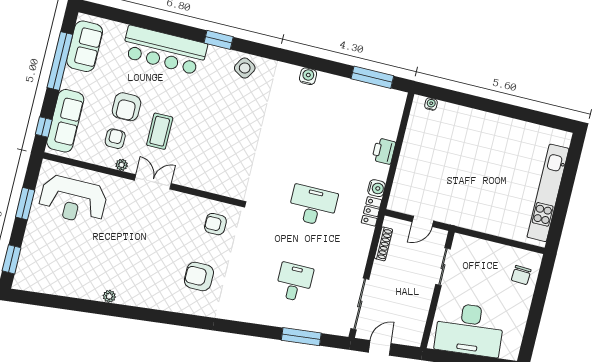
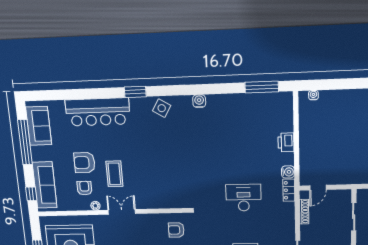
water cooler: (308, 76) -> (199, 101), moved
armchair: (126, 107) -> (84, 163), turned 90
door: (423, 221) -> (318, 188), moved

